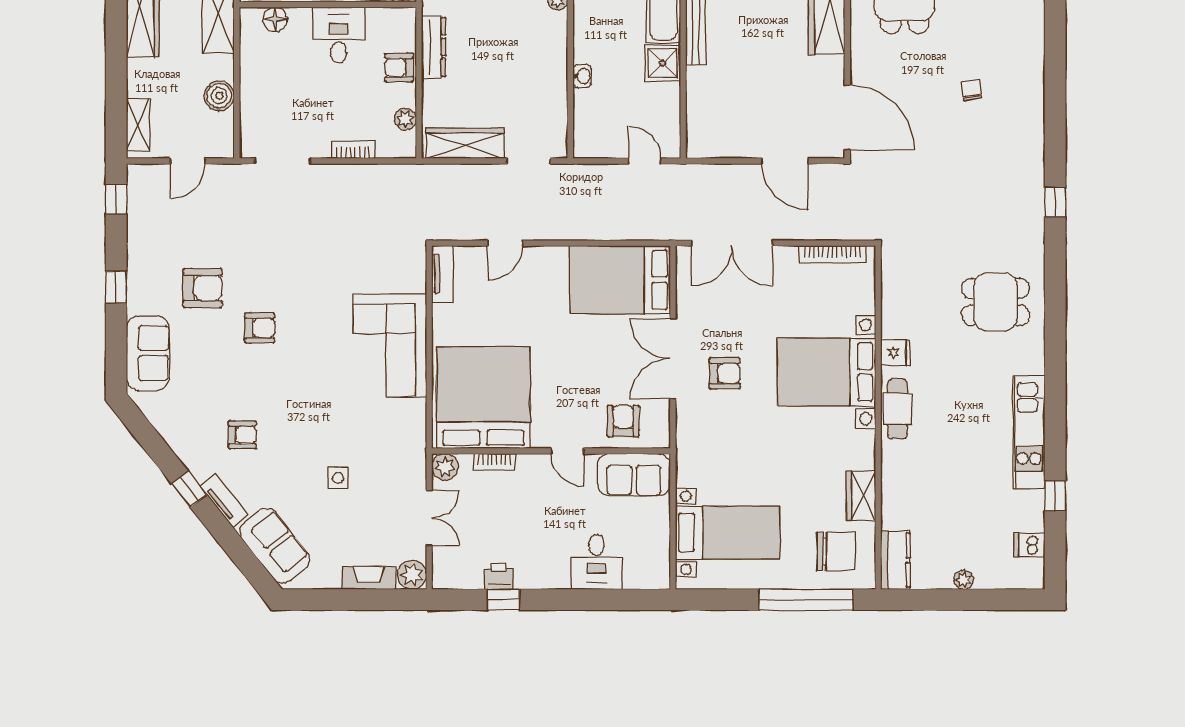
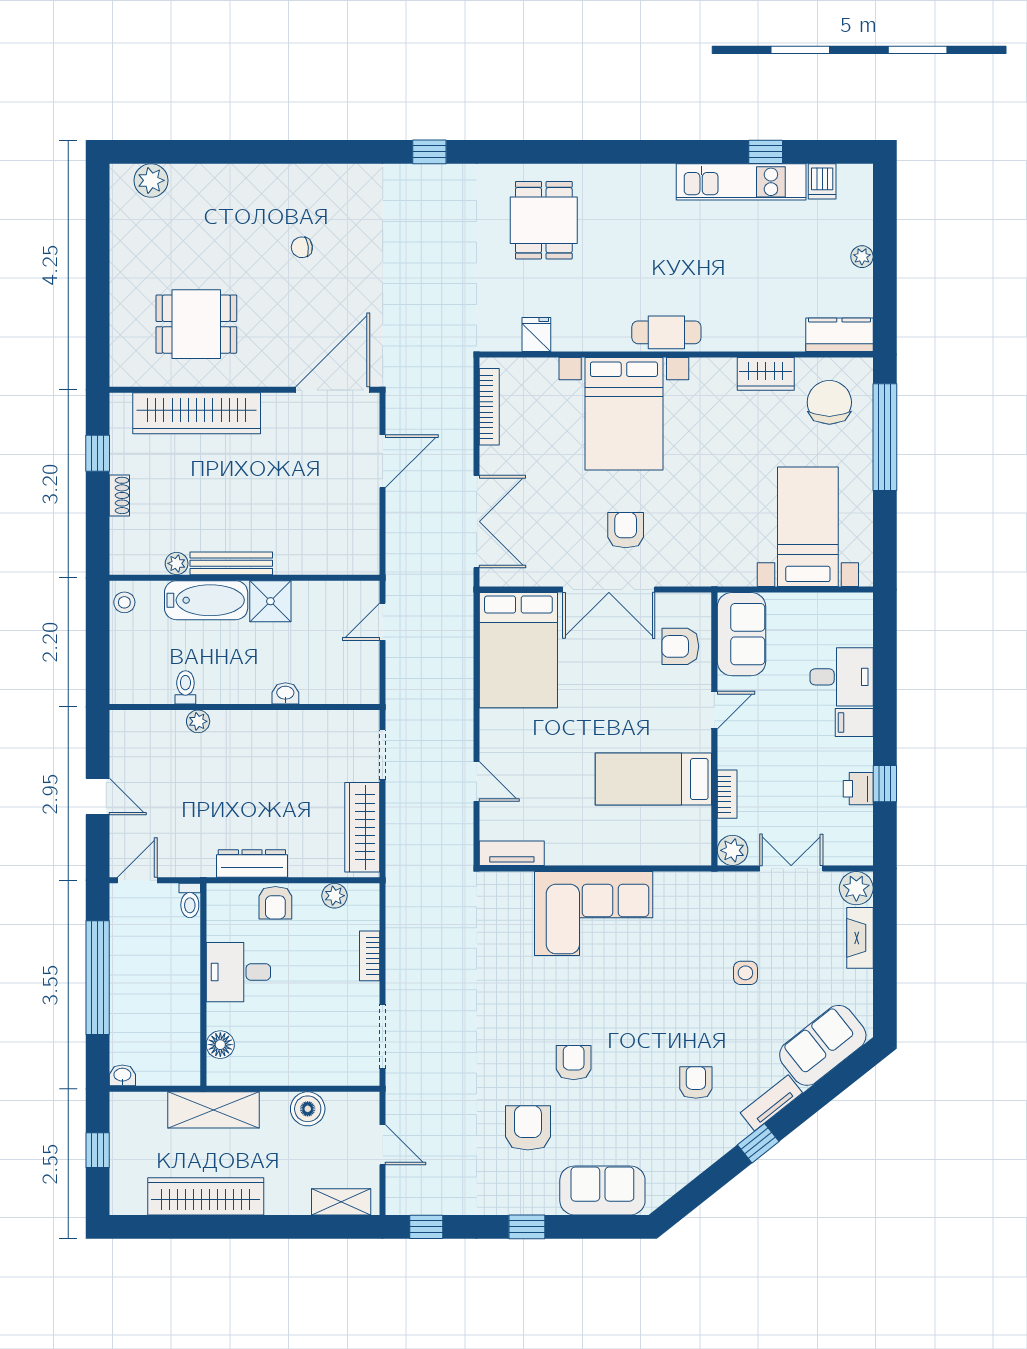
fridge: (896, 353) -> (536, 335), moved
bed: (483, 398) -> (653, 779), width x0.49
kitchen unit: (1029, 433) -> (741, 182), moved
filing cabinet: (557, 573) -> (854, 723), added

